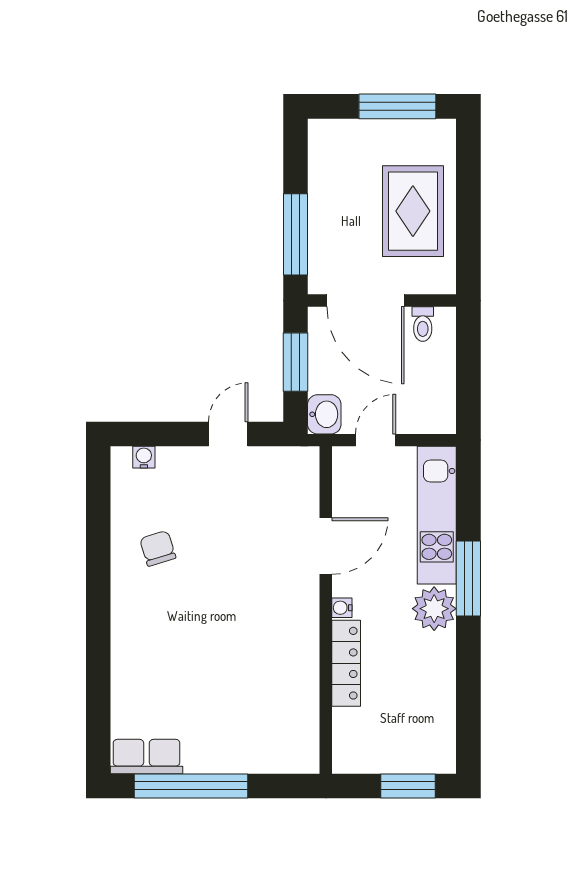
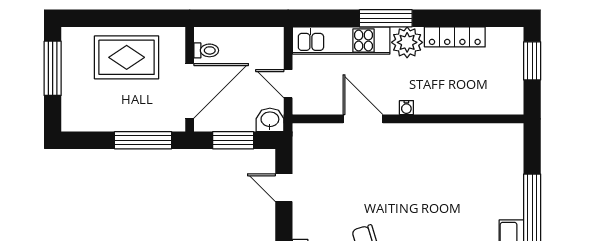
locker: (346, 663) -> (455, 37), moved, turned 180

